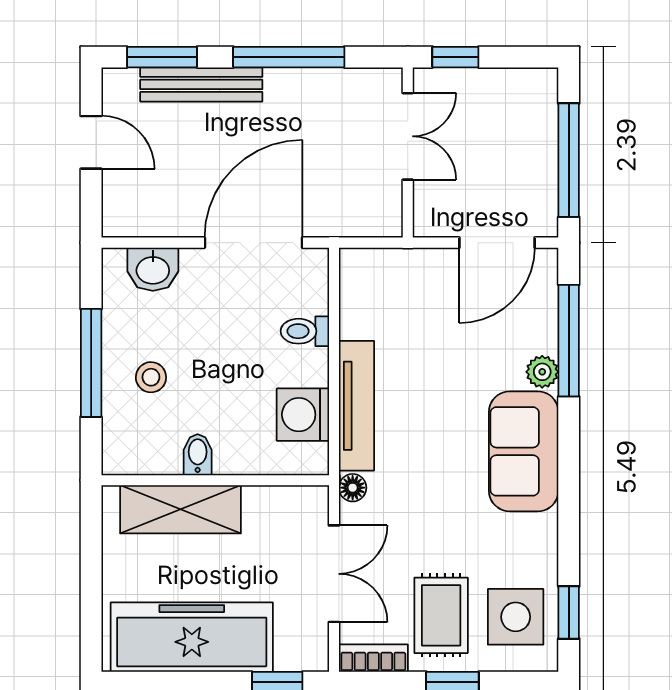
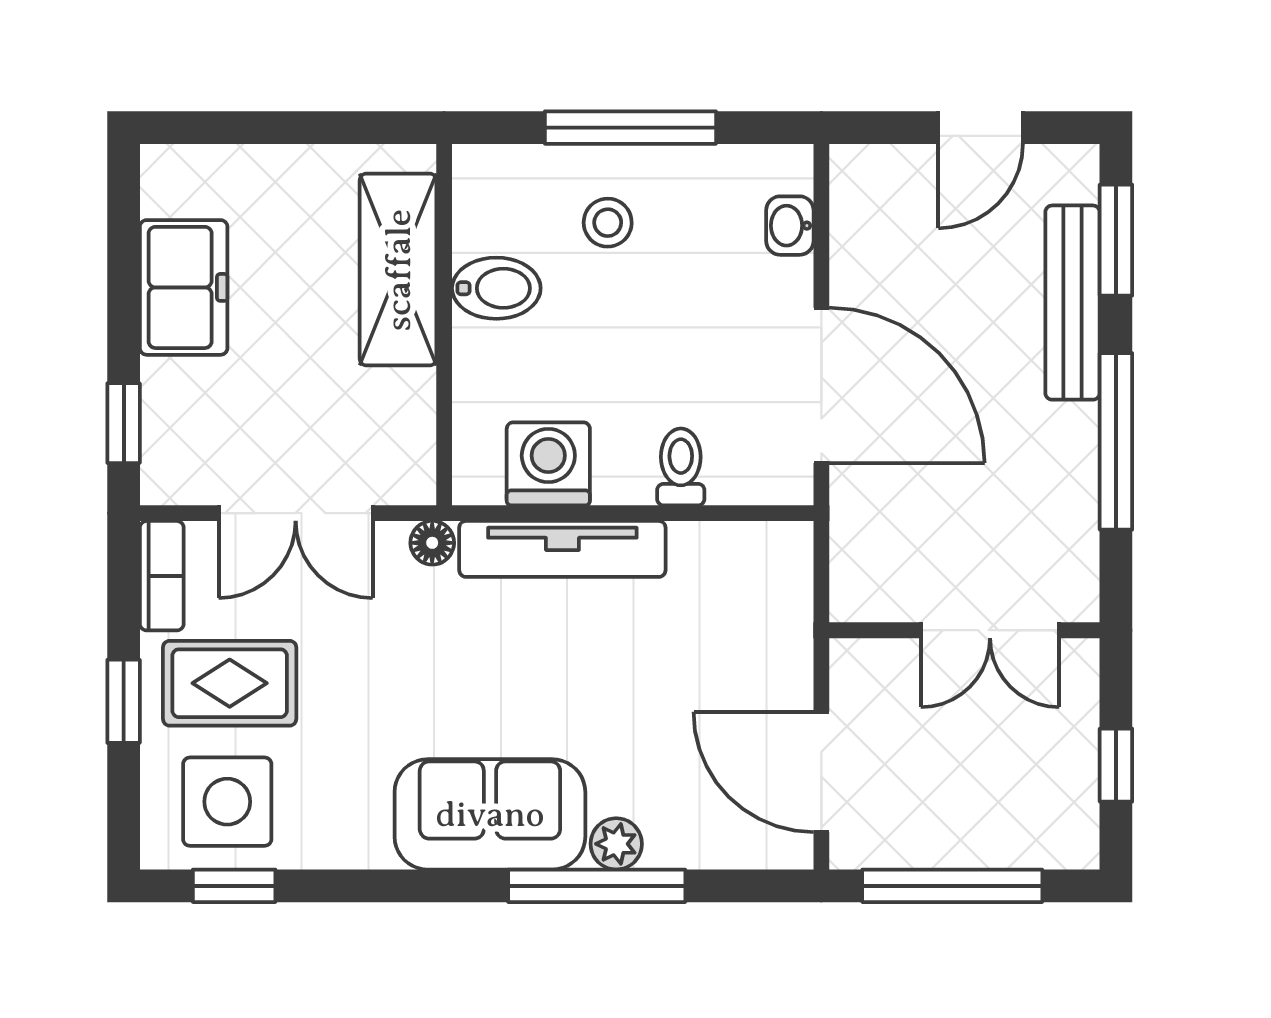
window: (455, 57) -> (1116, 765), moved
washbasin: (153, 269) -> (790, 226), width x0.72, depth x0.69
window: (569, 341) -> (597, 886), moved
bidet: (198, 455) -> (496, 288), width x1.38, depth x1.36
freezer: (192, 637) -> (184, 287), width x0.52, depth x0.79

